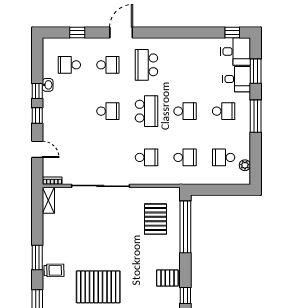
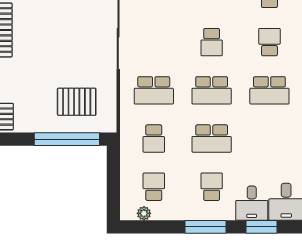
school desk: (108, 65) -> (269, 42), turned 180
school desk: (146, 65) -> (269, 90), turned 180
school desk: (185, 111) -> (212, 139), width x1.85
school desk: (224, 111) -> (212, 187), turned 180
school desk: (146, 157) -> (154, 90), width x1.85

